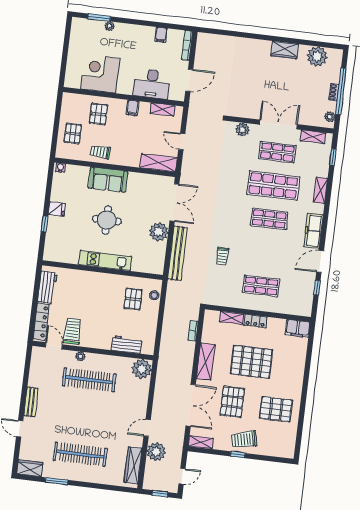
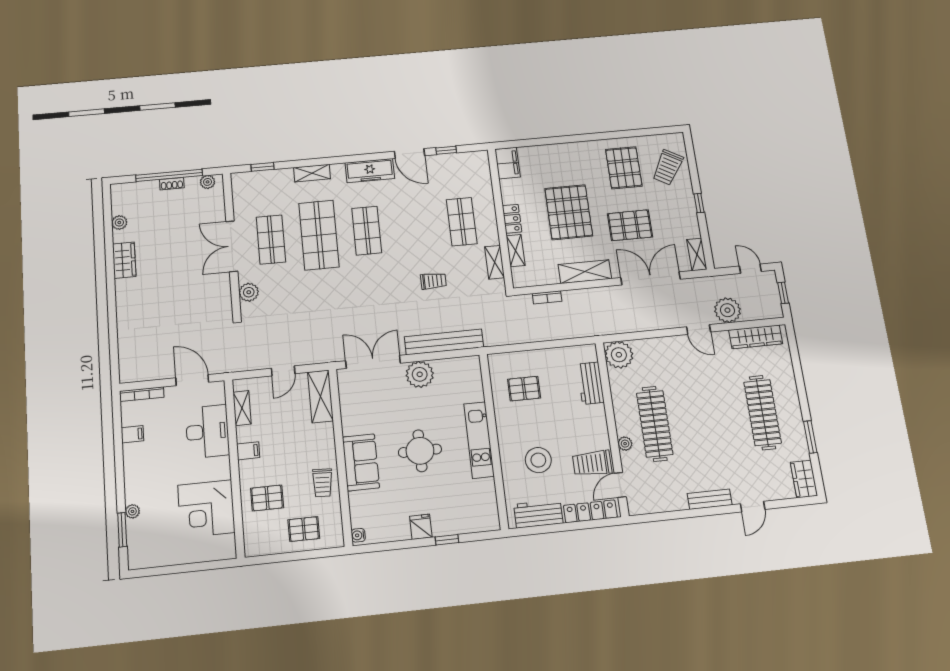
plant: (317, 57) -> (119, 223), width x0.53, depth x0.53
shelving: (313, 137) -> (495, 262), moved
stool: (154, 295) -> (538, 460), moved, width x1.89, depth x1.89
trolley: (244, 439) -> (668, 167), moved, turned 43

